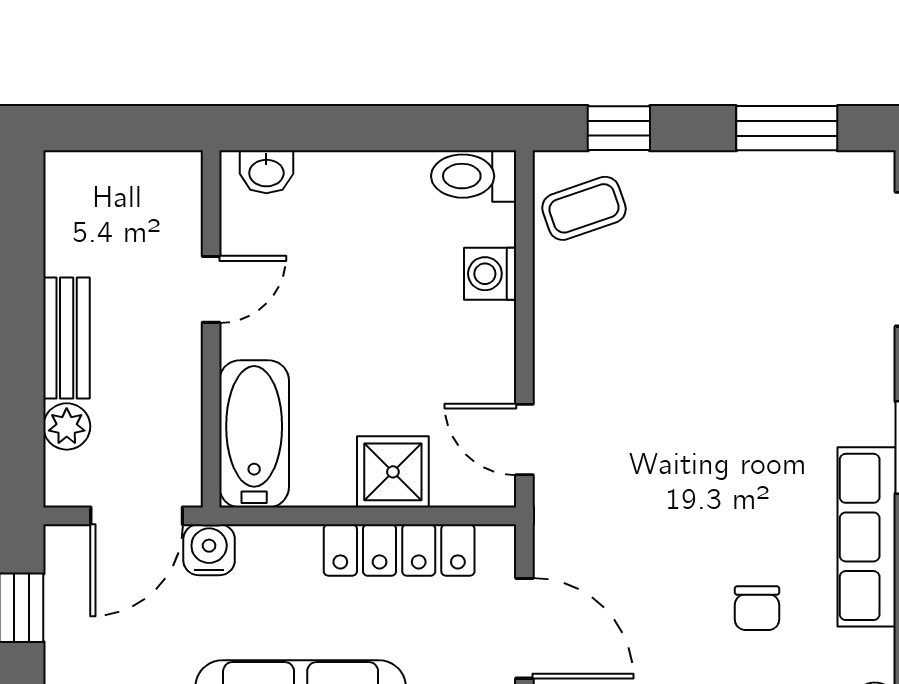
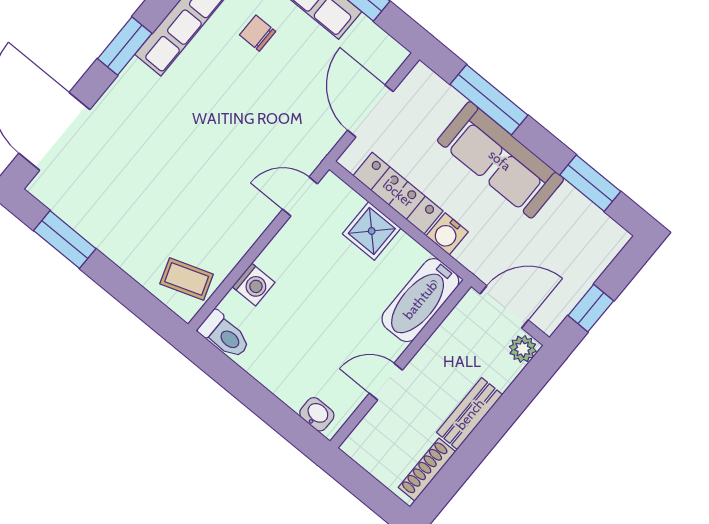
window: (619, 128) -> (141, 302), removed
shoe rack: (62, 218) -> (427, 470), added
plant: (67, 426) -> (523, 349), moved
door: (524, 439) -> (300, 197), swing flipped
water cooler: (209, 550) -> (447, 234), moved
chair: (757, 608) -> (258, 33), turned -90

